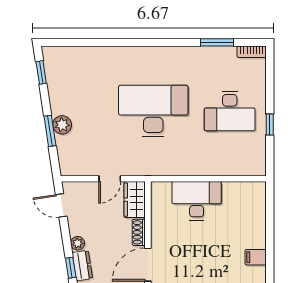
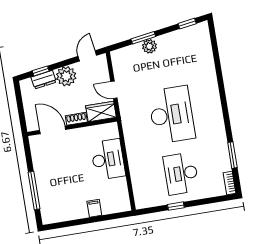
plant: (78, 243) -> (66, 76), width x1.87, depth x1.87
filing cabinet: (256, 257) -> (94, 208), moved

